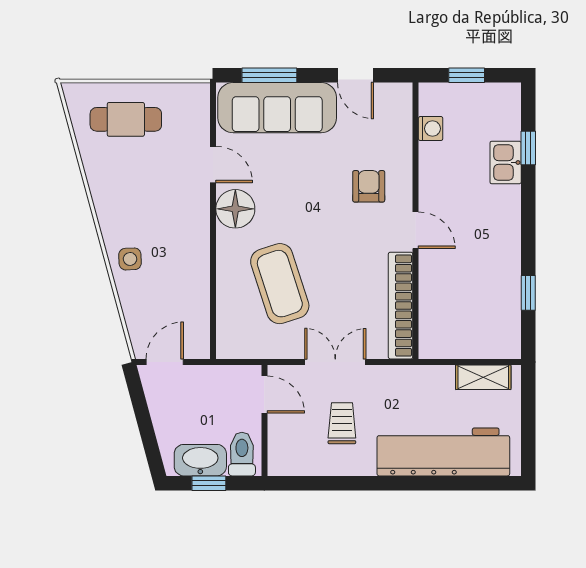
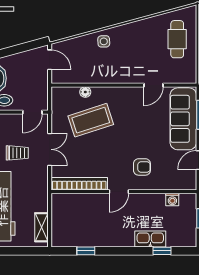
kitchen sink: (506, 162) -> (150, 239), width x1.38
floor lamp: (235, 209) -> (85, 92), moved, width x0.53, depth x0.53

